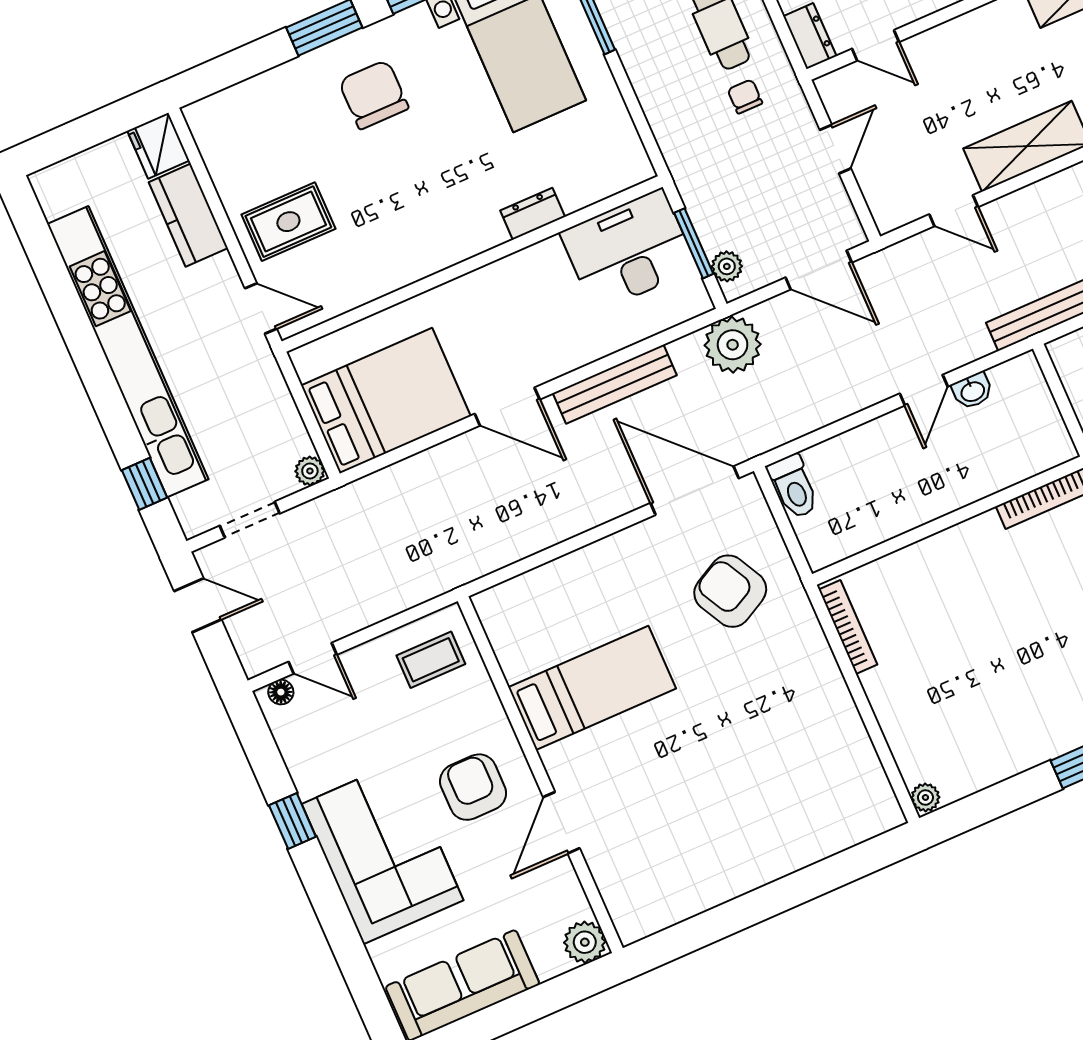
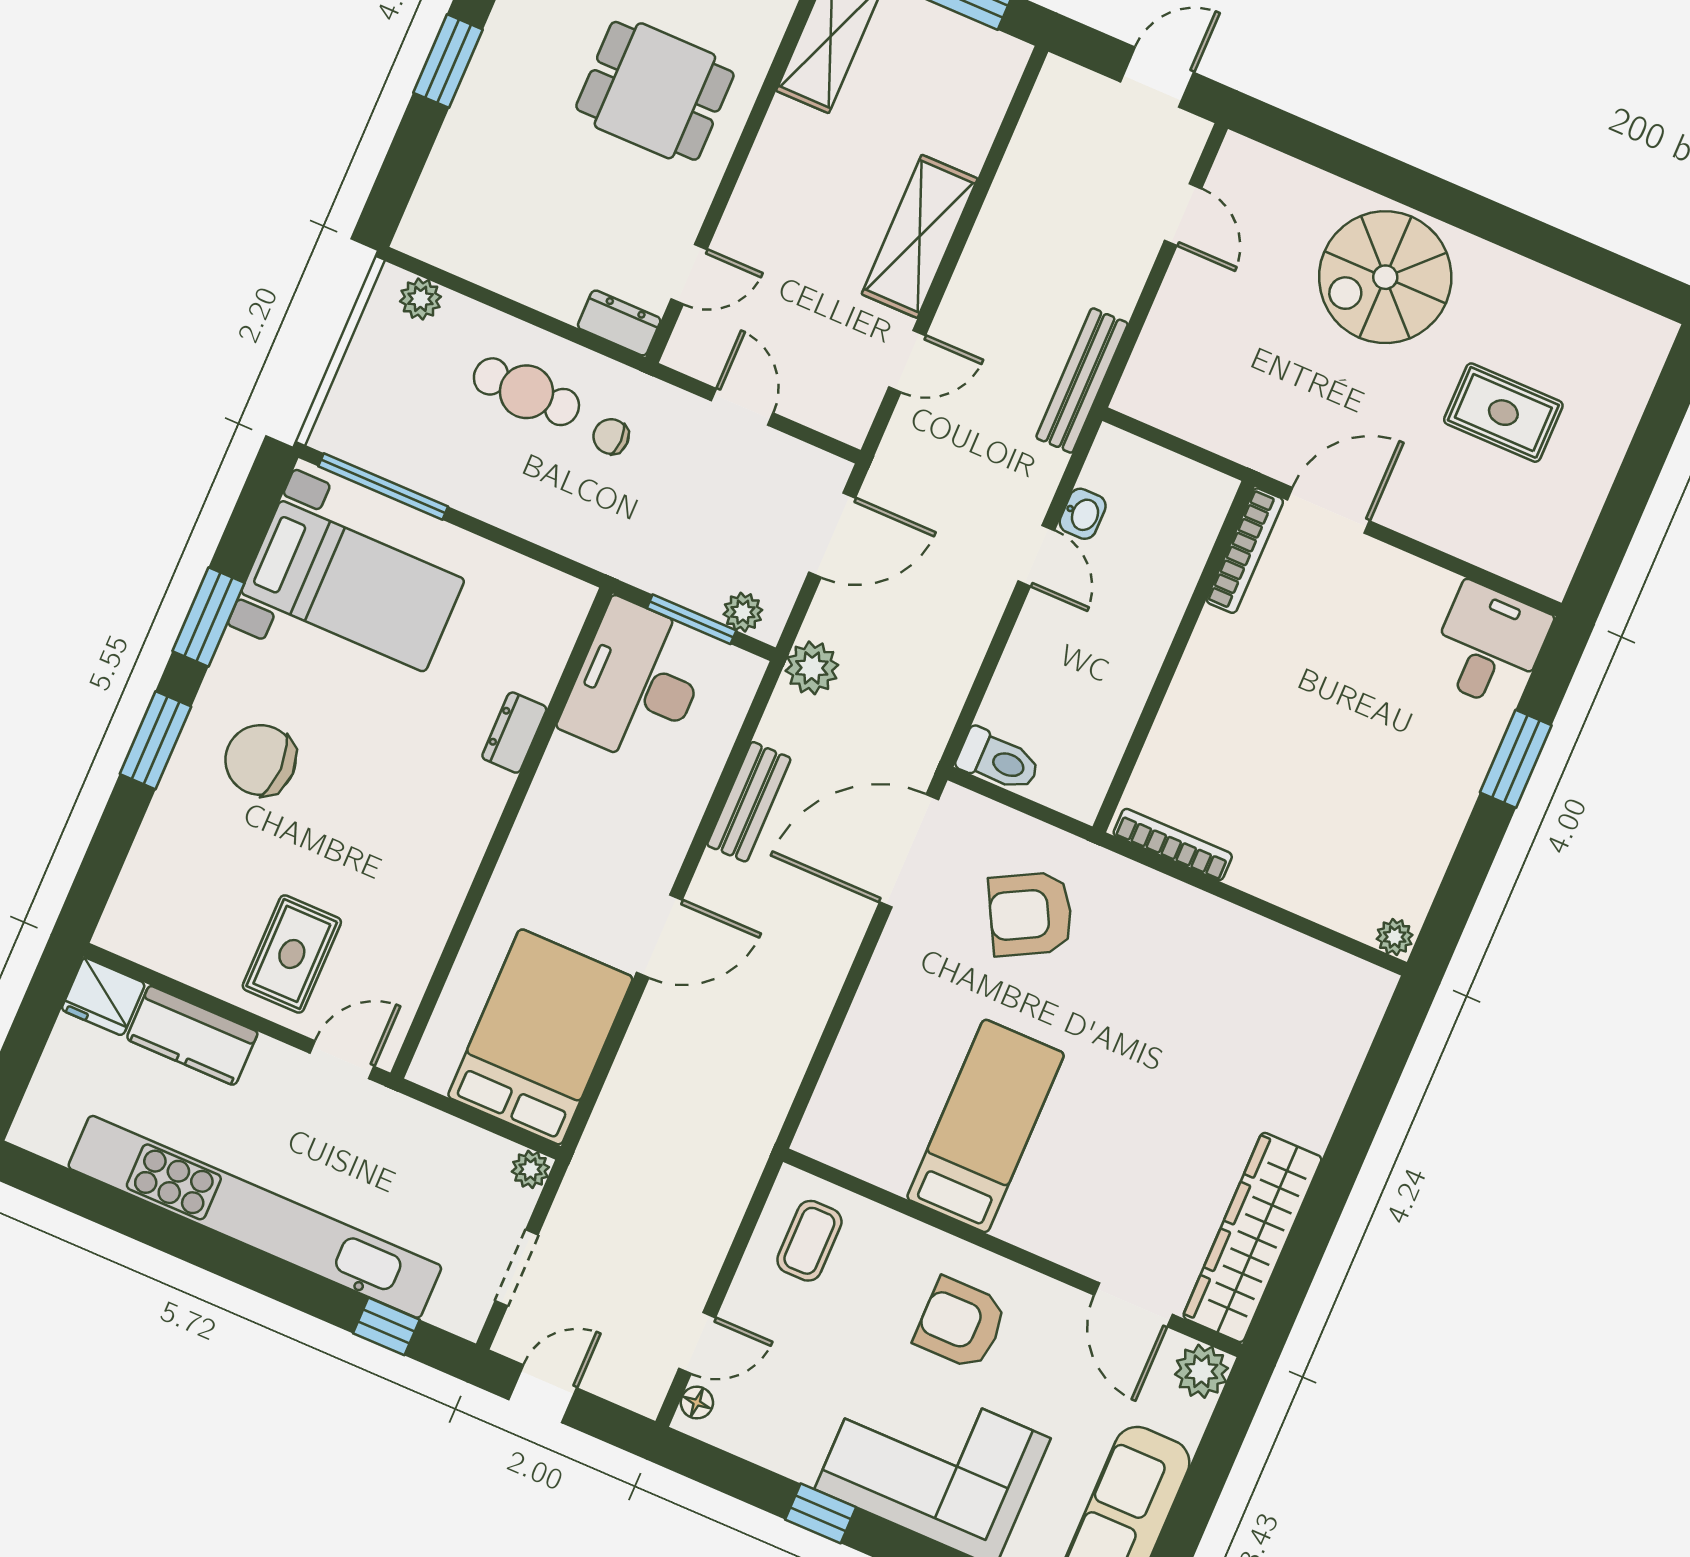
plant: (733, 345) -> (812, 668), width x0.73, depth x0.73
bench: (615, 384) -> (749, 802), width x0.73
door: (561, 823) -> (1133, 1305), moved
wardrobe: (685, 893) -> (1252, 1237), added

